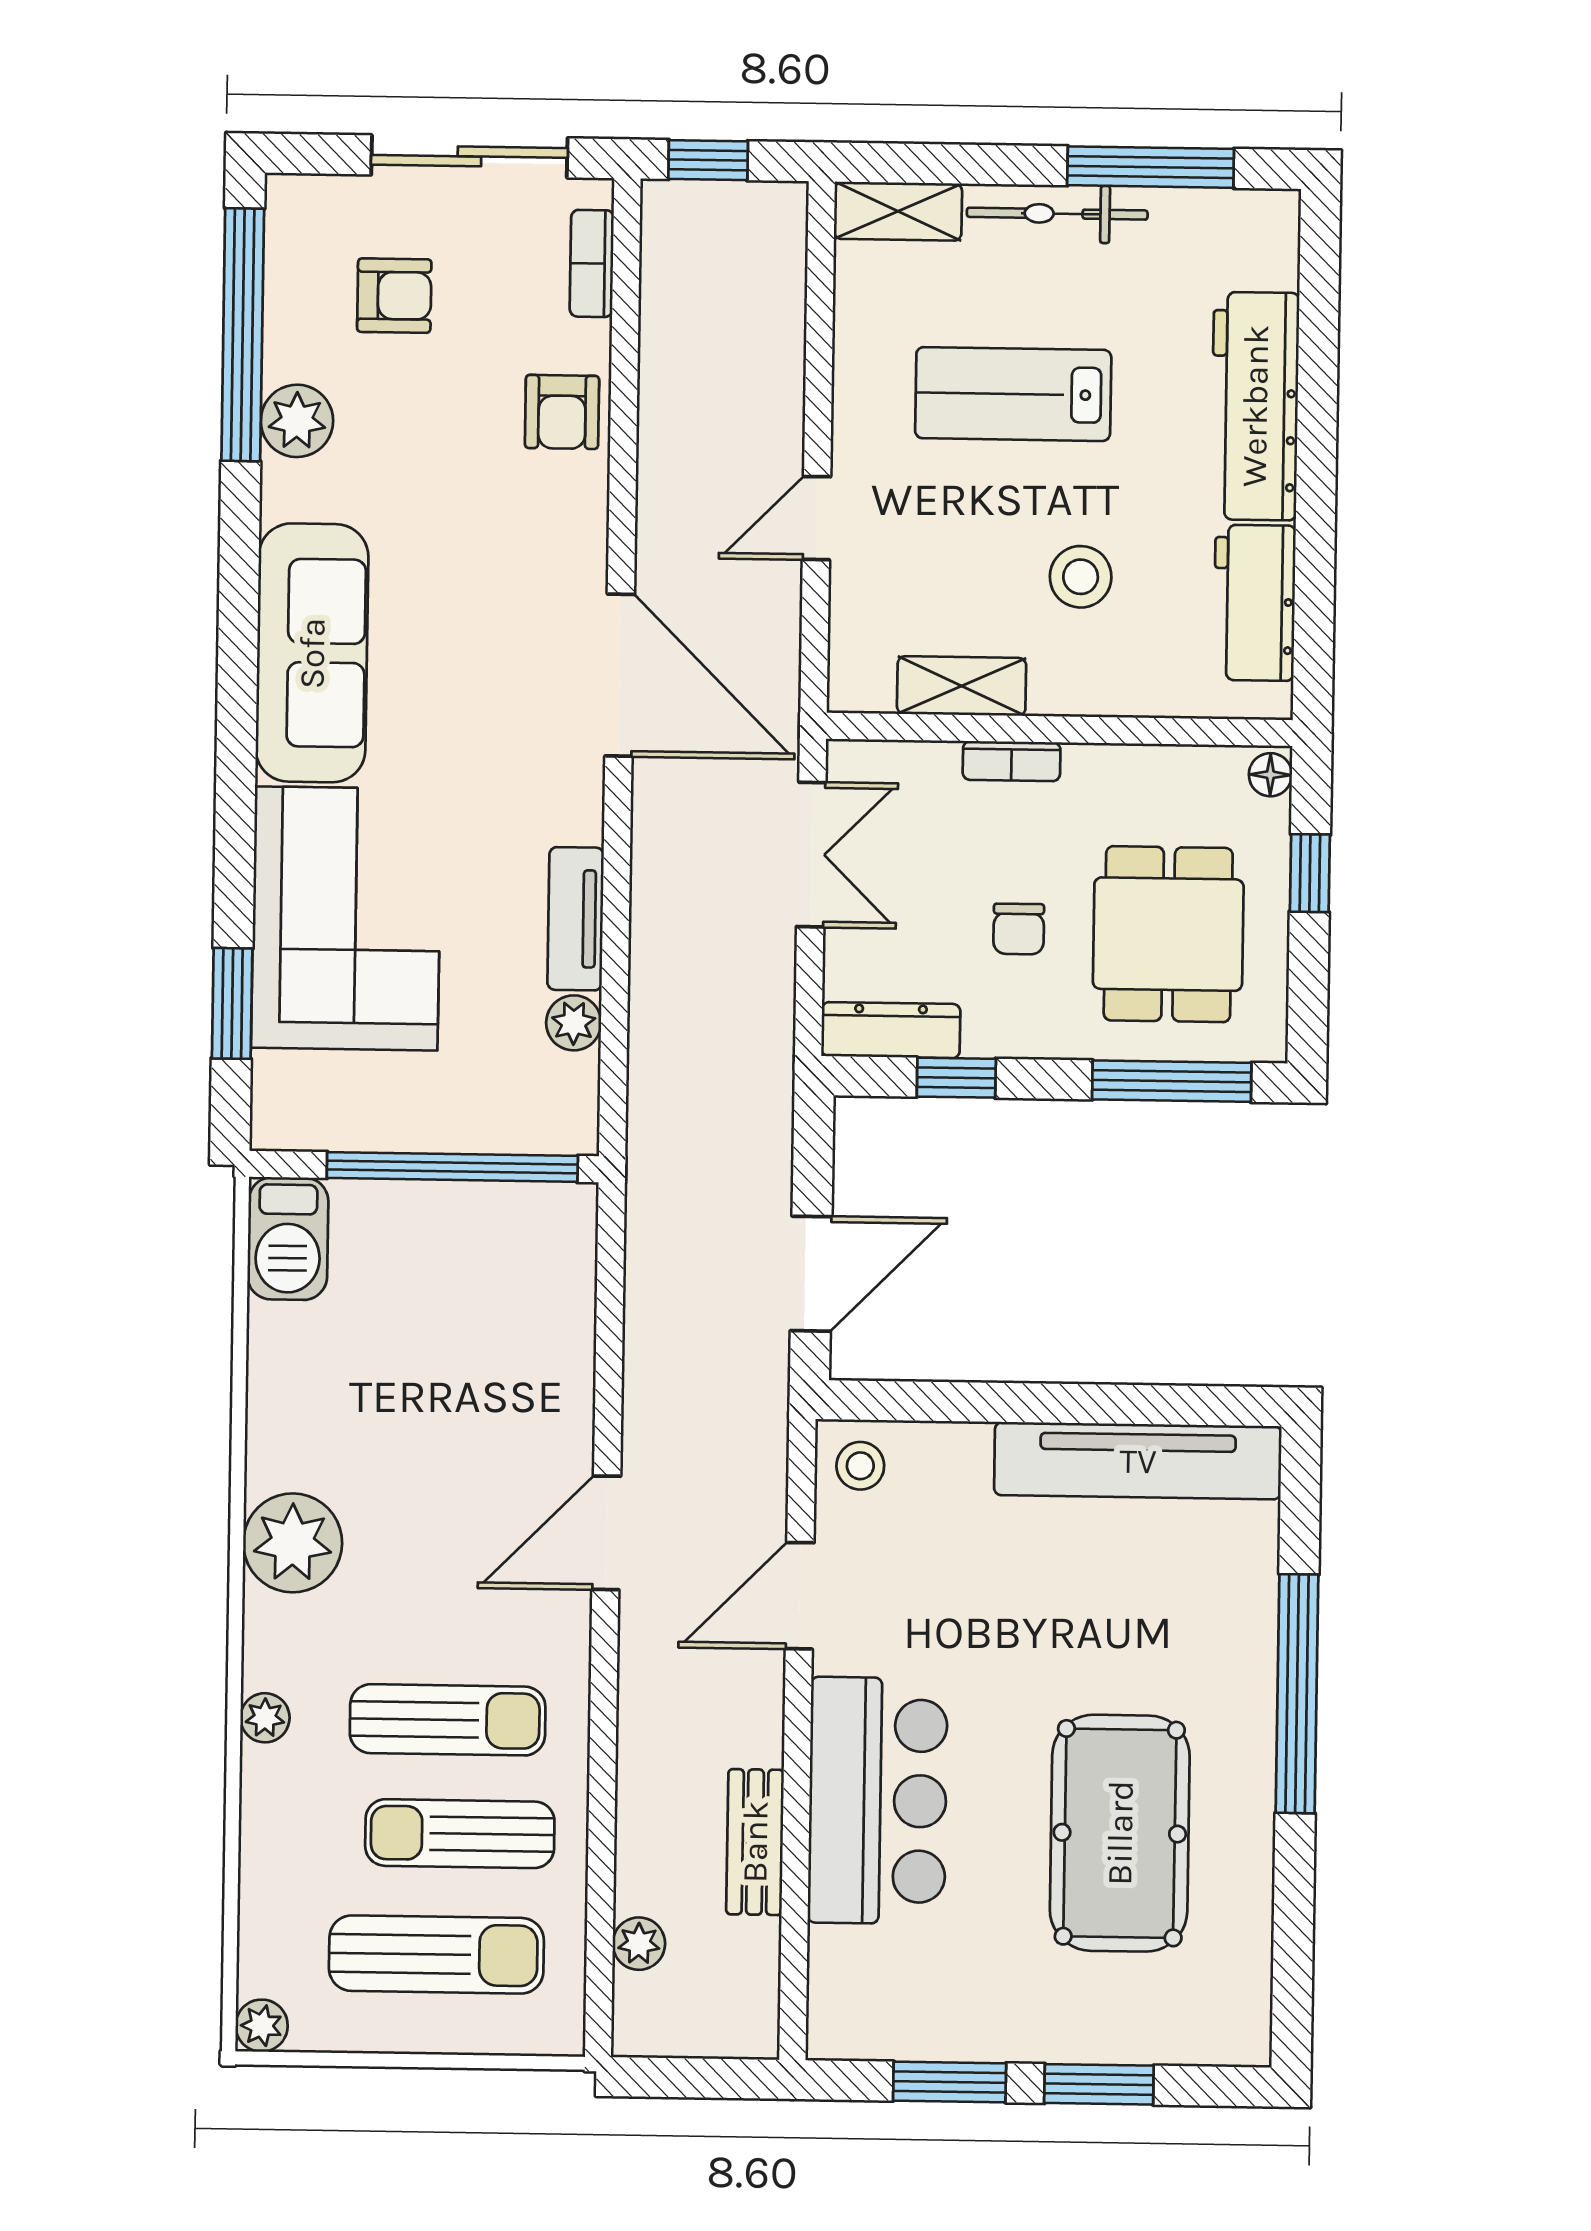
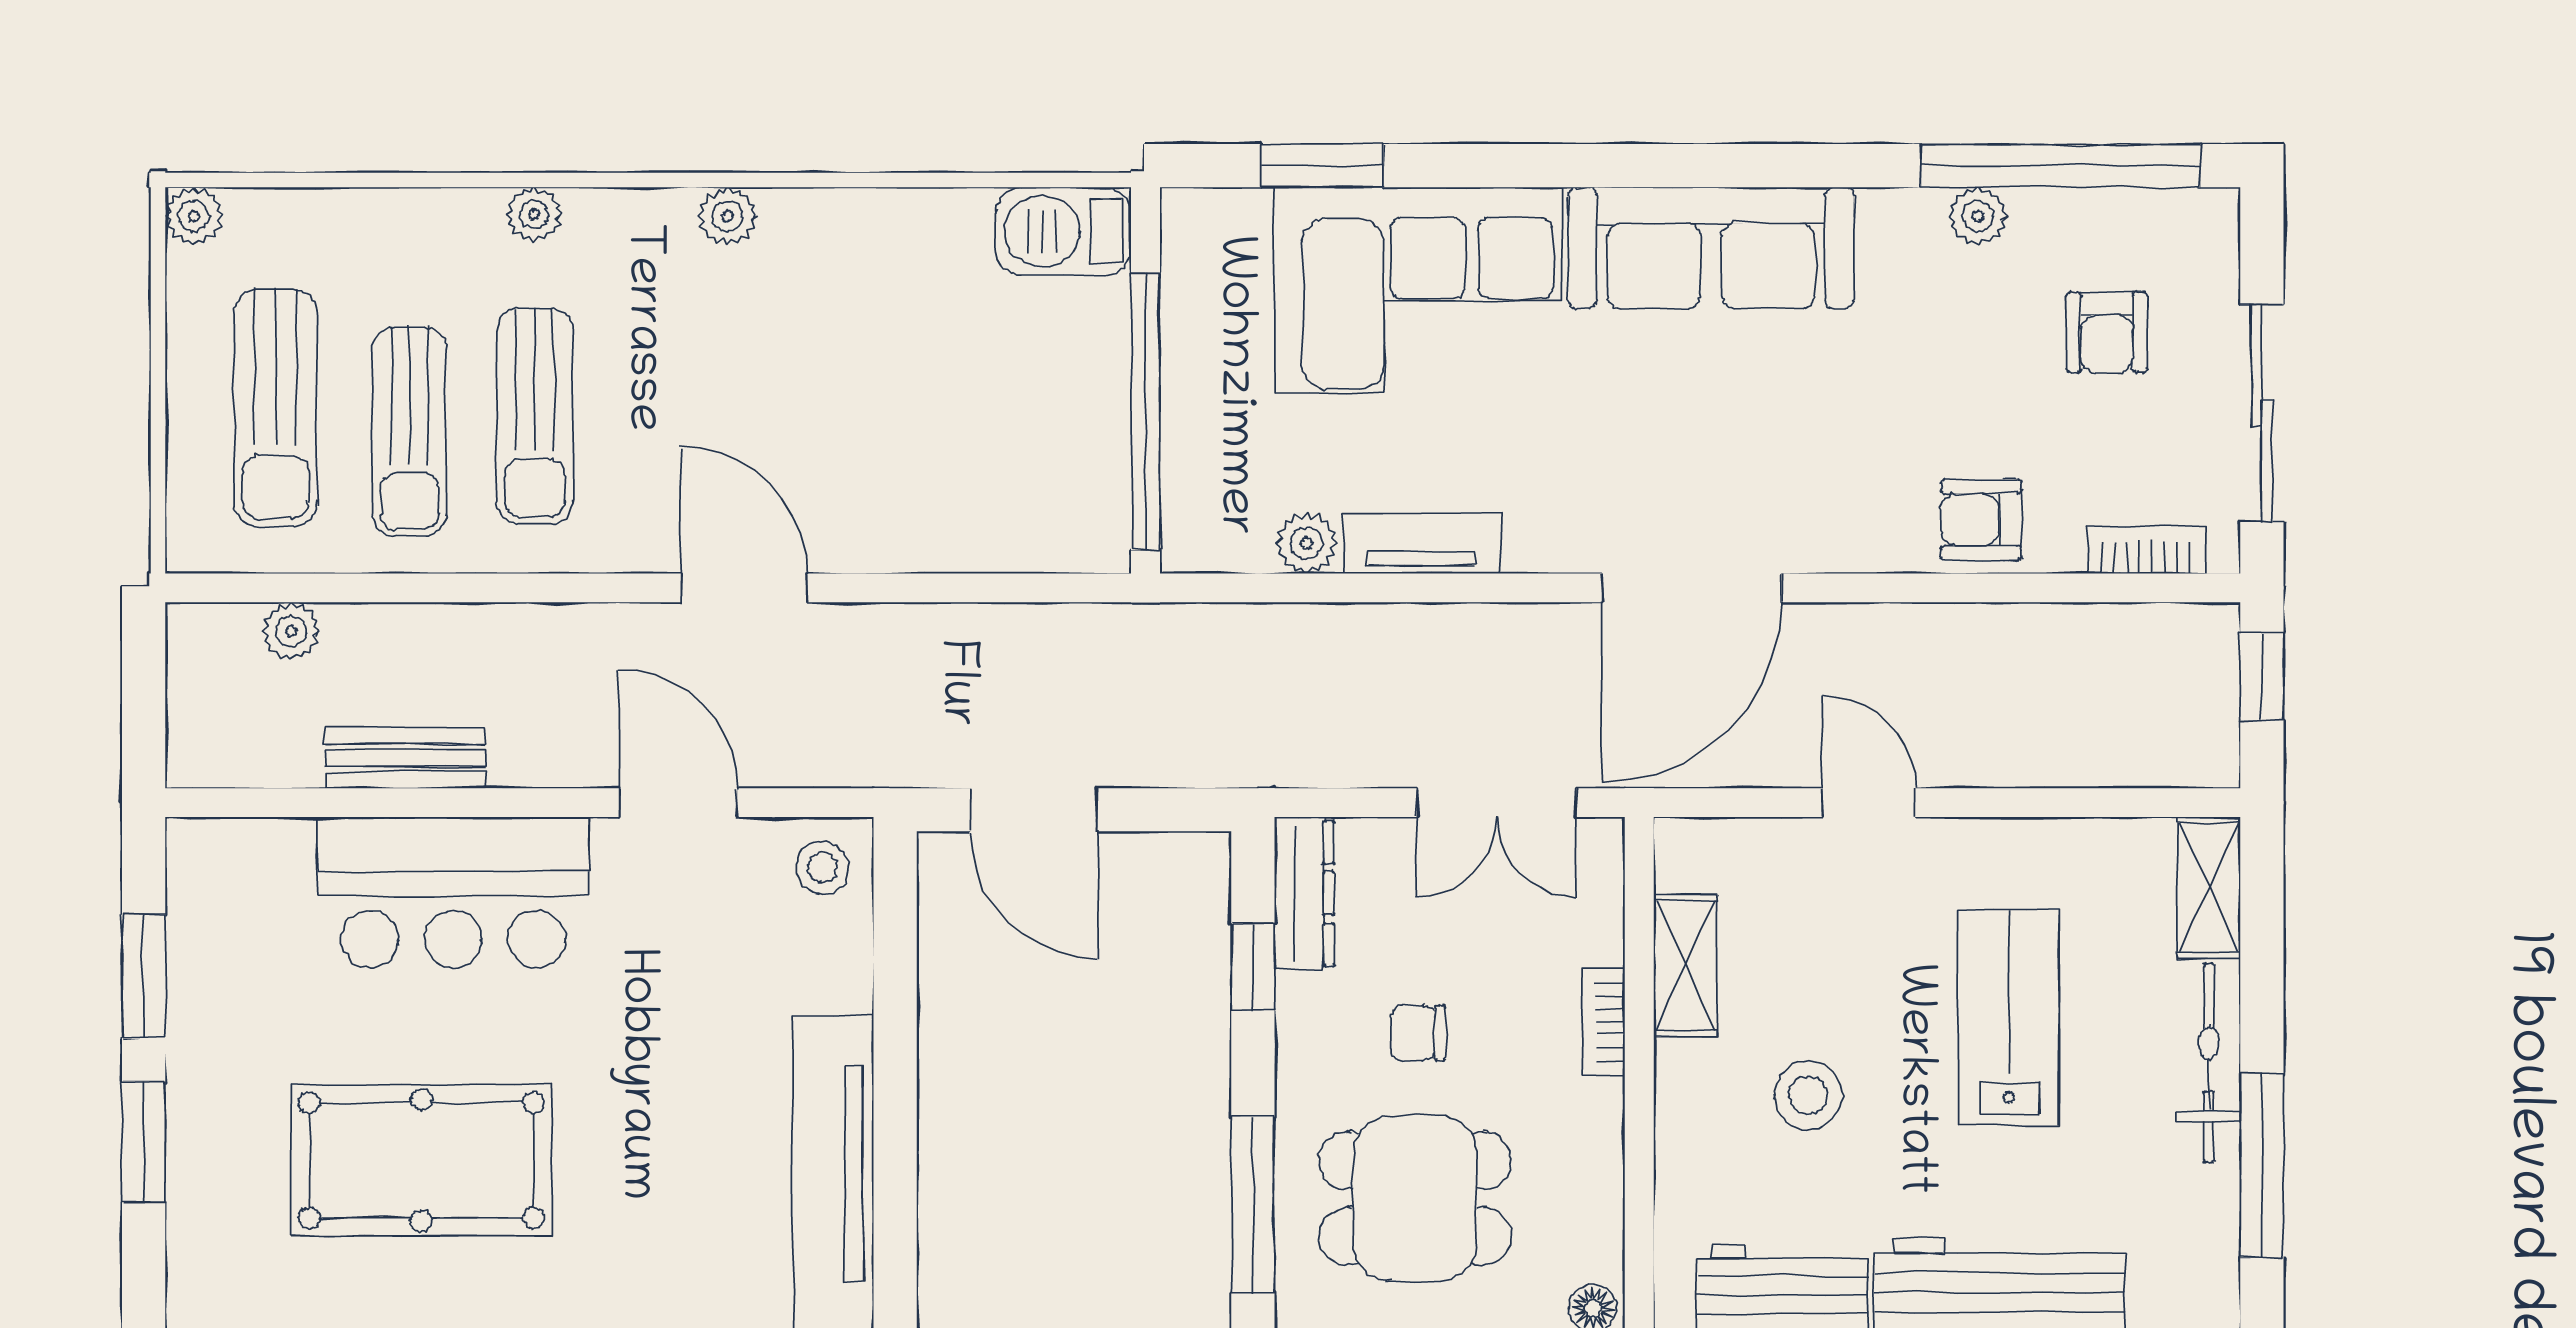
plant: (297, 421) -> (1978, 216), width x0.73, depth x0.73
plant: (293, 1543) -> (728, 216), width x0.53, depth x0.53
sun lounger: (460, 1834) -> (409, 432), turned 180

